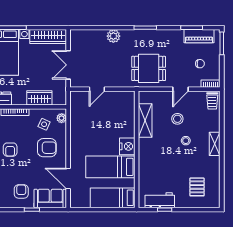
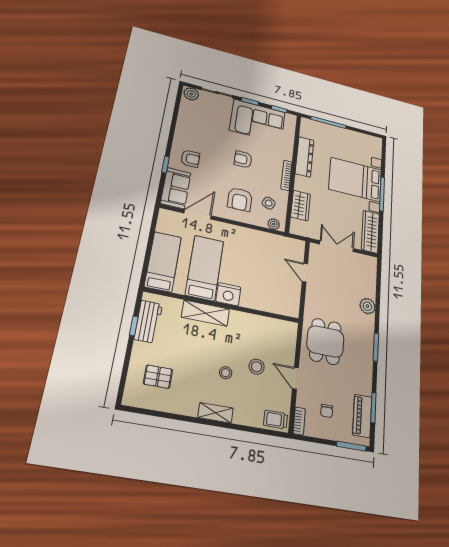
shelving: (145, 120) -> (205, 313), moved

